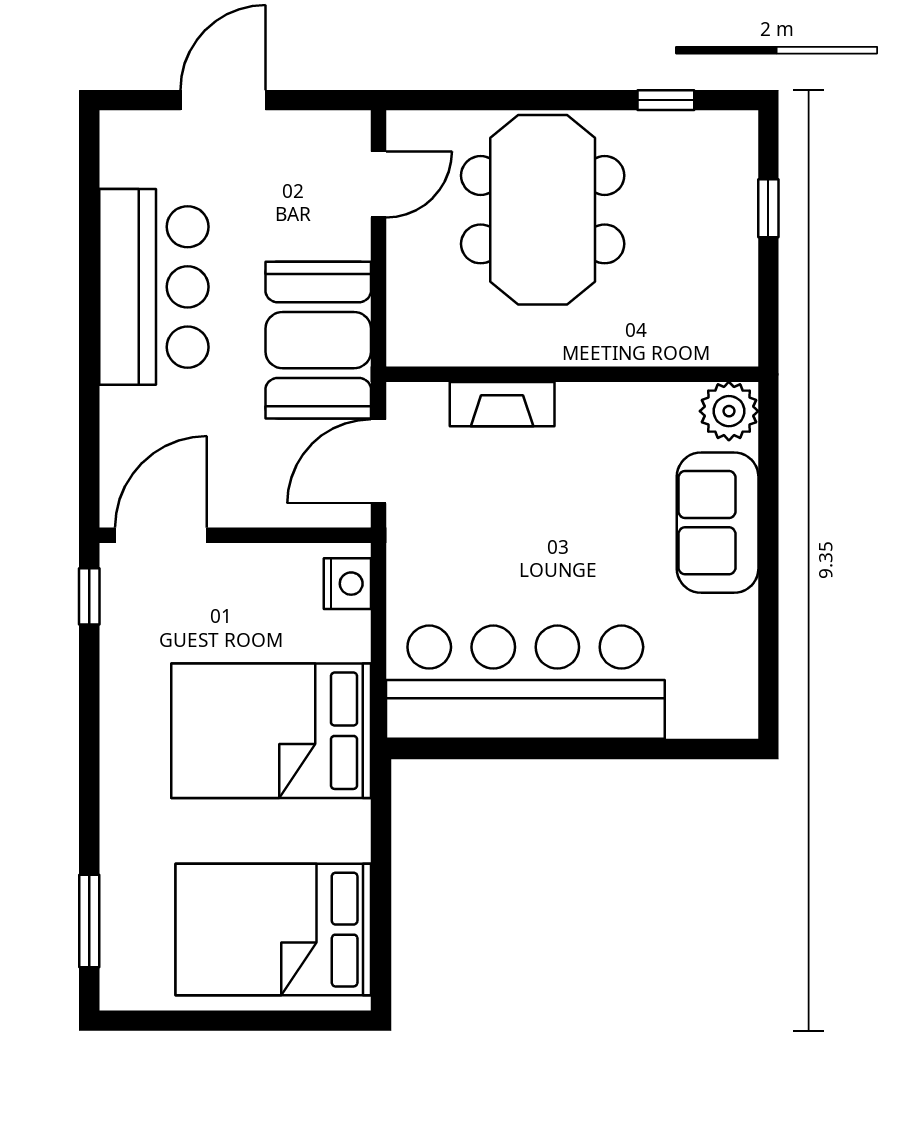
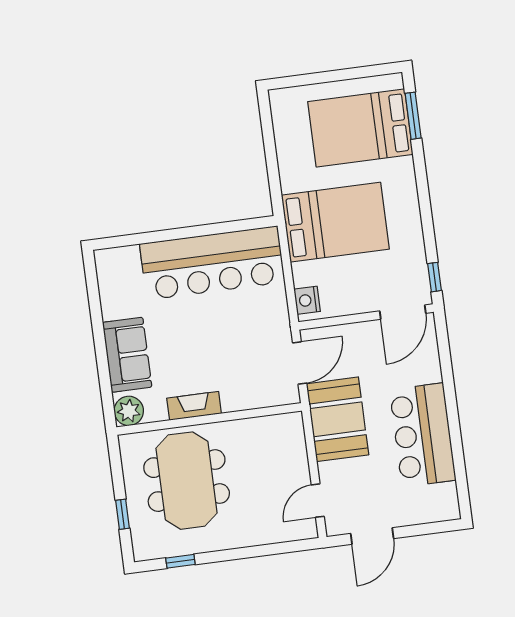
door: (223, 100) -> (372, 536), moved
meeting table: (543, 210) -> (187, 481), moved
fireplace: (502, 404) -> (194, 406), moved
bed: (273, 930) -> (360, 128), moved, turned 180

